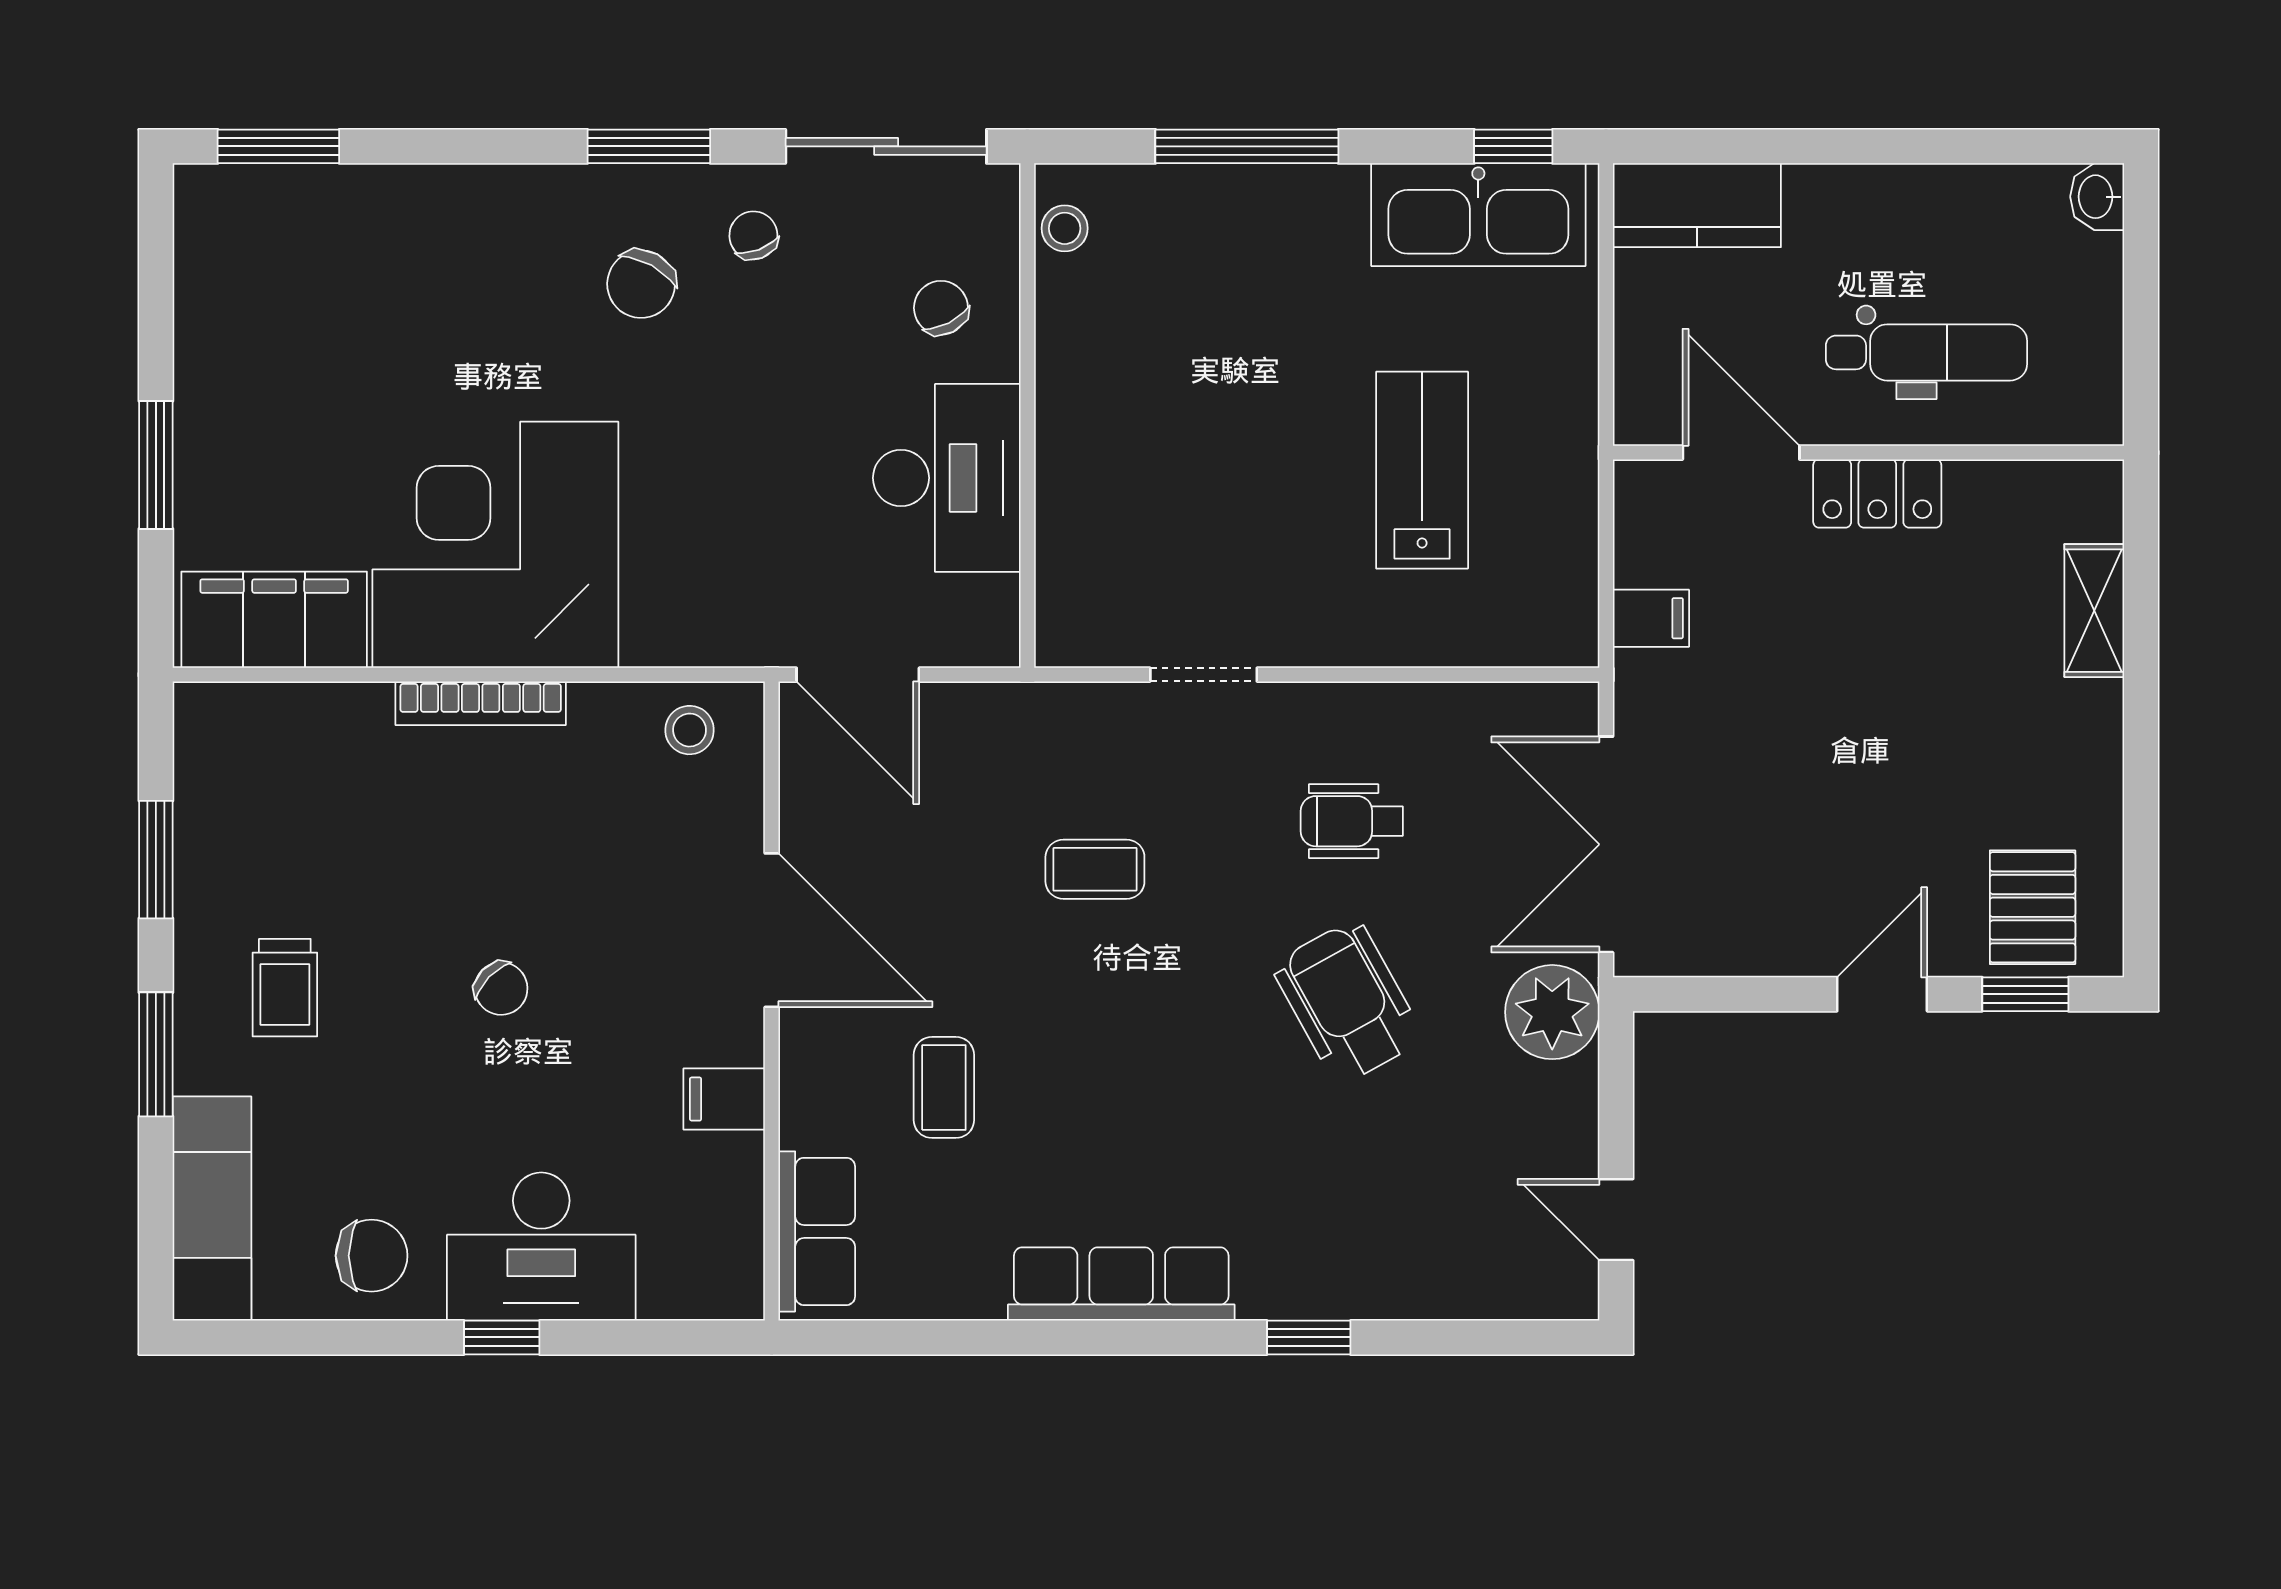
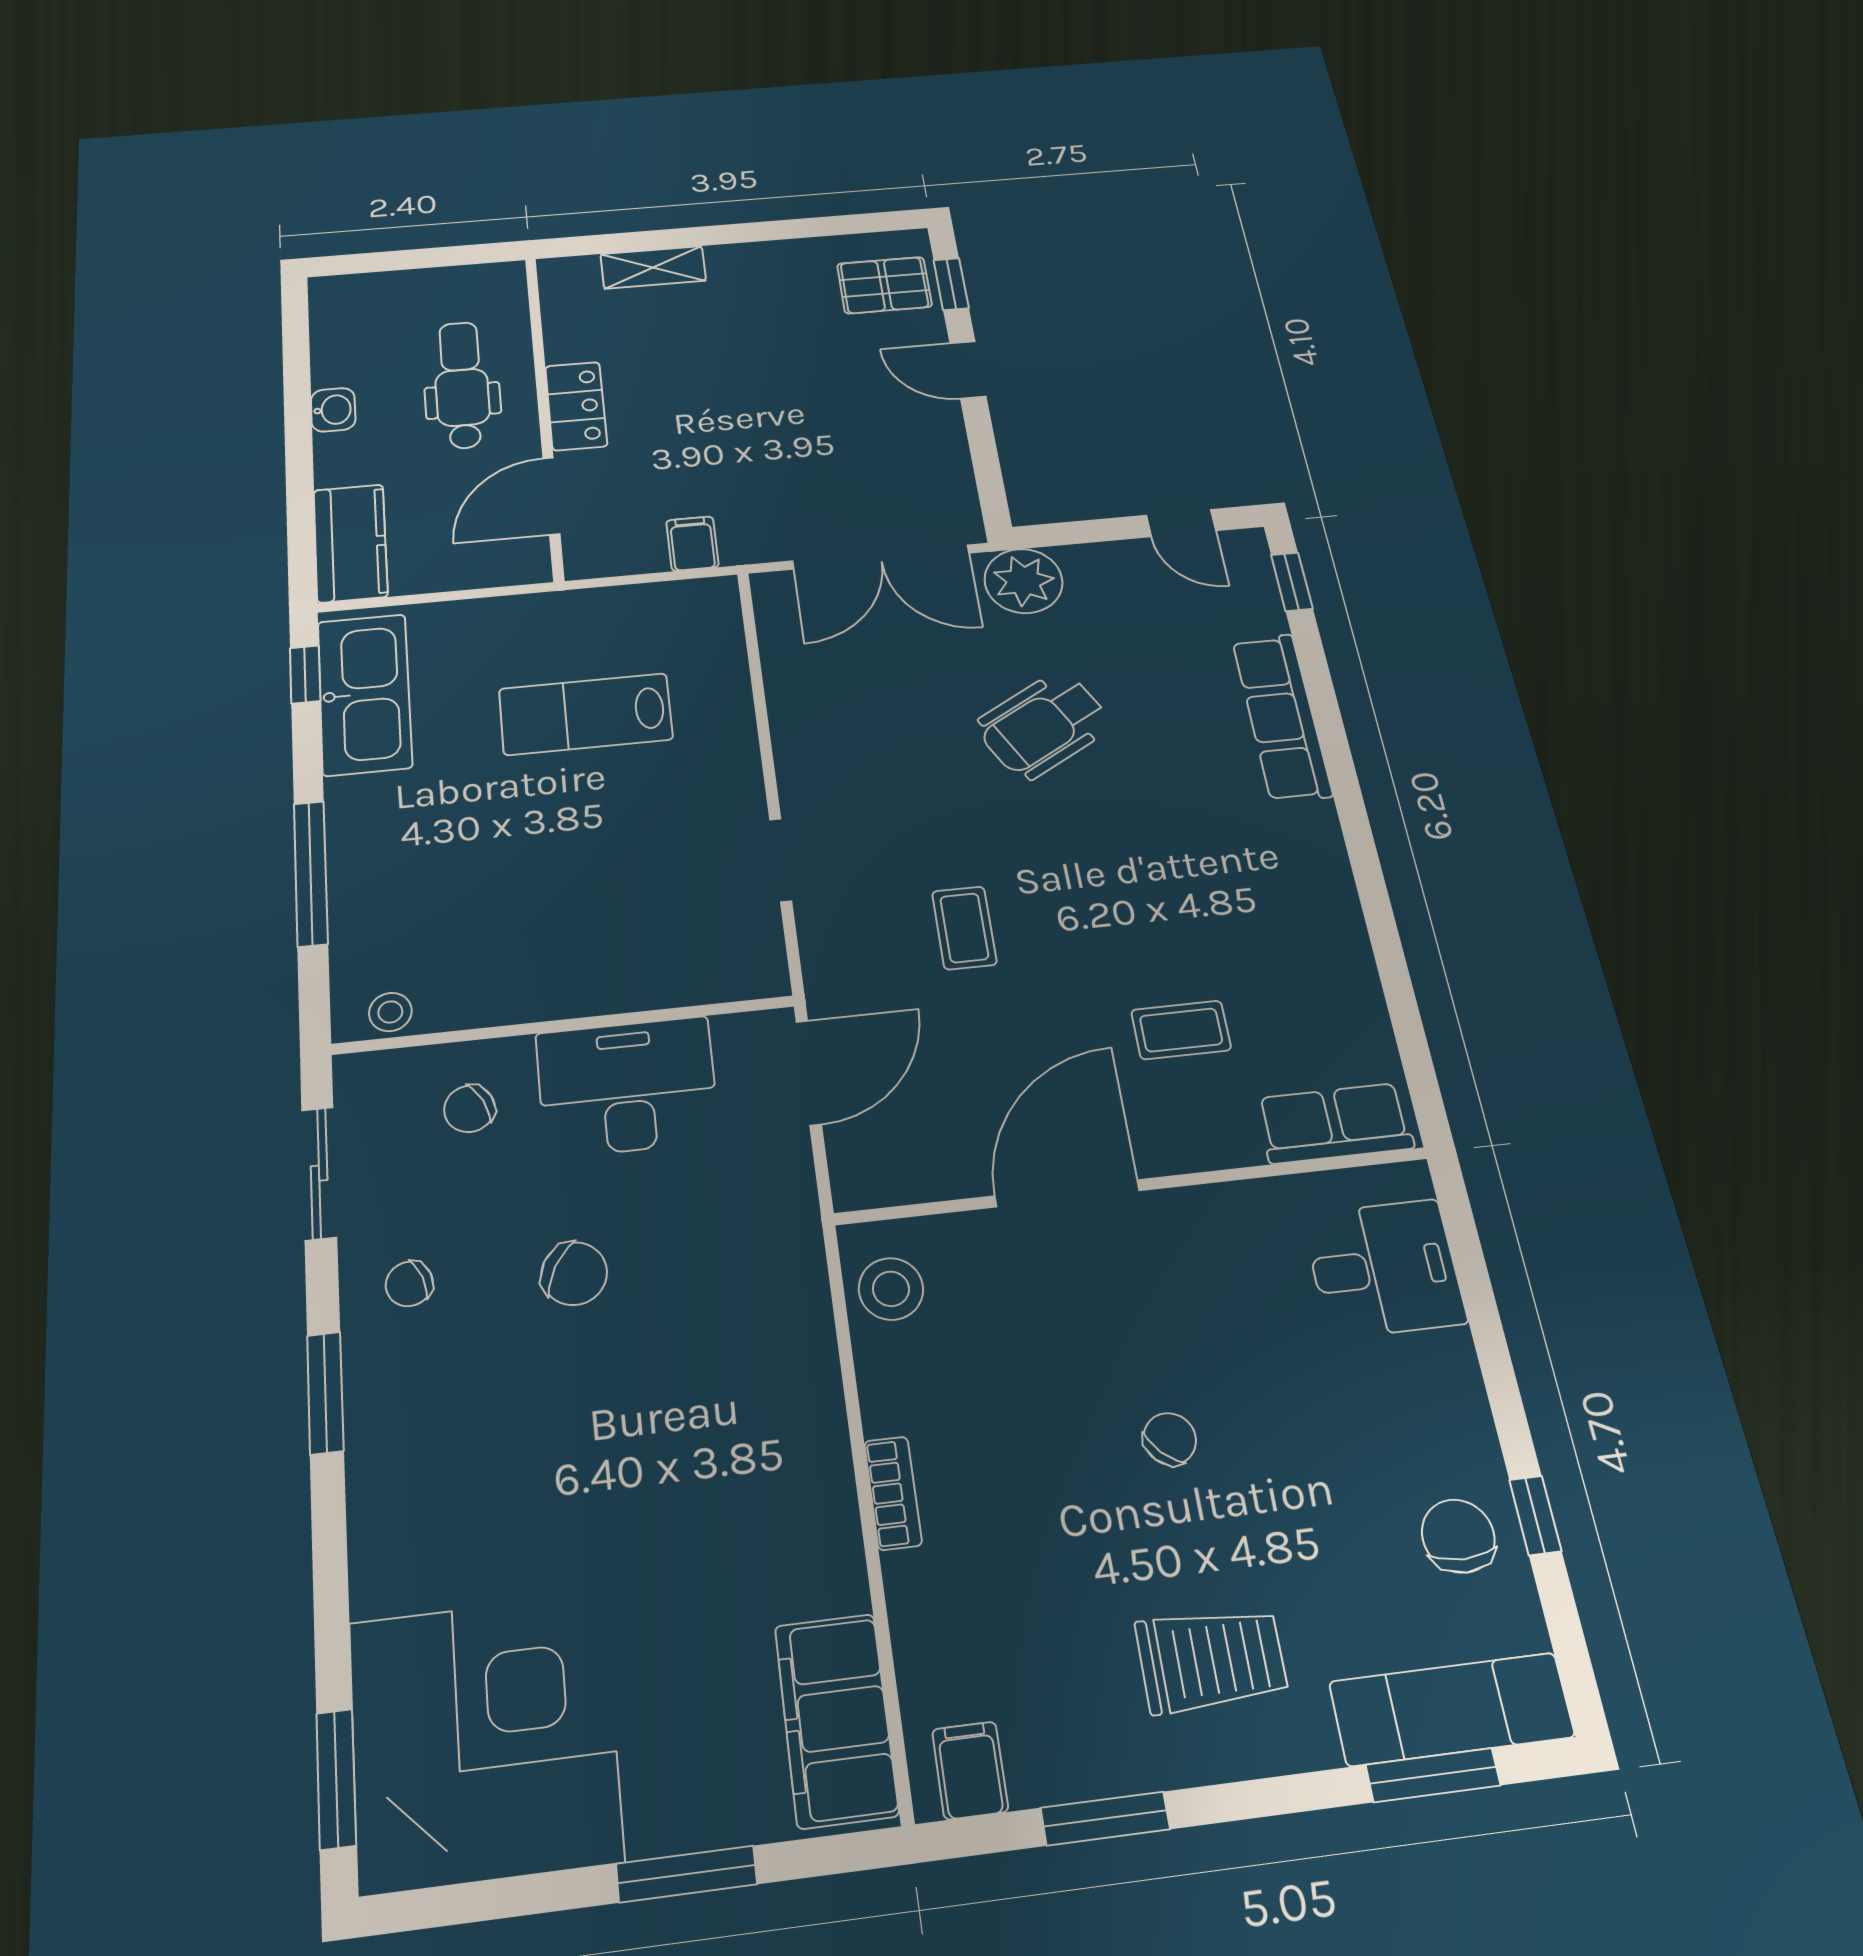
sliding door: (886, 146) -> (319, 1173), width x0.73
washbasin: (2097, 197) -> (333, 410), moved, turned -90
chair: (641, 284) -> (574, 1274), moved
corner desk: (495, 545) -> (484, 1741), moved, turned 180
door: (858, 675) -> (809, 1073), moved
bookcase: (481, 703) -> (893, 1493), width x0.64
stool: (690, 730) -> (891, 1289), width x1.37, depth x1.37
wheelchair: (1352, 821) -> (890, 737), removed
trolley: (285, 988) -> (1212, 1660), width x1.36, depth x1.39
window: (156, 1054) -> (1433, 1775), moved
filing cabinet: (724, 1099) -> (970, 1770), moved, turned 180
door: (1616, 1220) -> (1181, 523), hinge flipped
desk: (541, 1247) -> (1384, 1268), moved, width x0.73
row of seats: (1121, 1284) -> (1282, 717), moved
window: (502, 1337) -> (1535, 1515), moved
window: (1309, 1337) -> (1292, 582), moved

